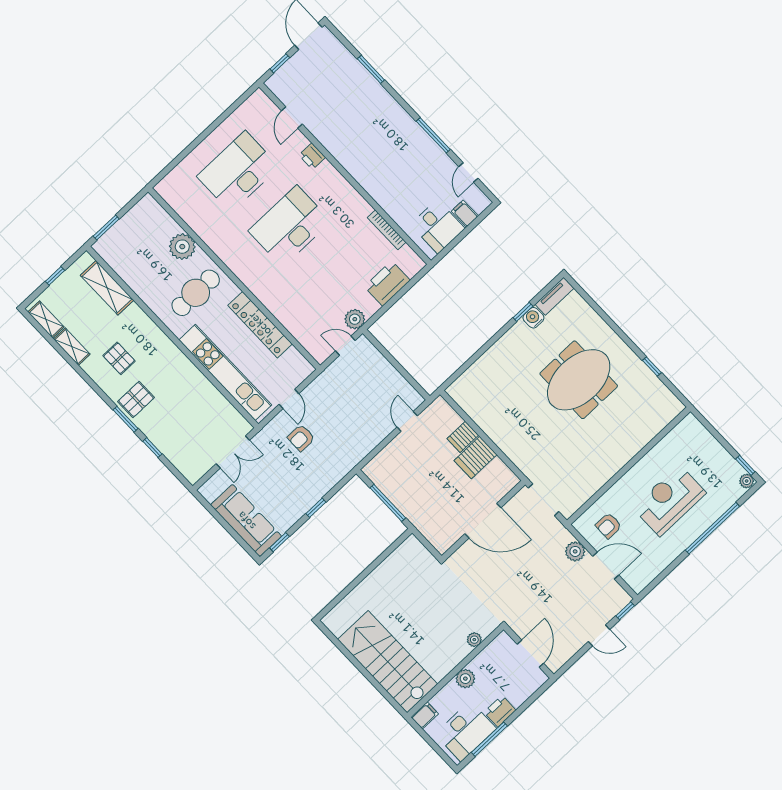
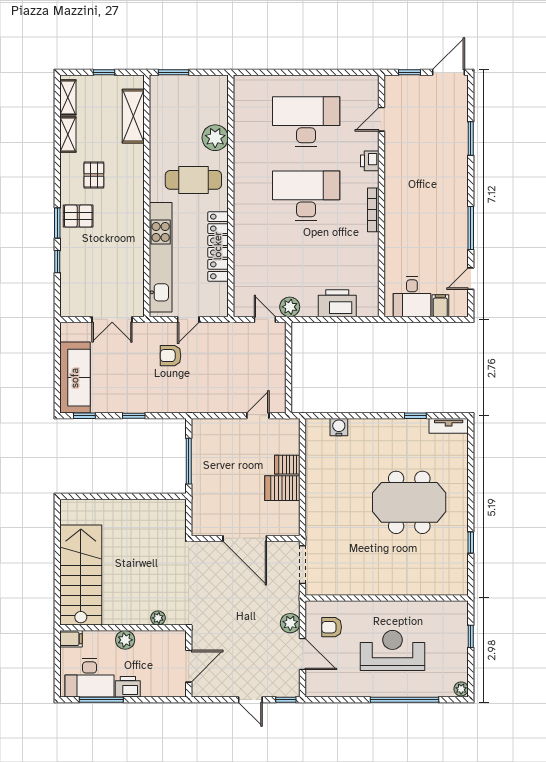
bookcase: (387, 230) -> (373, 210), moved
water cooler: (533, 318) -> (339, 427), moved
window: (745, 465) -> (471, 636), moved

